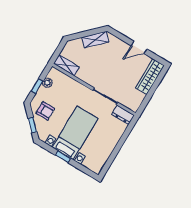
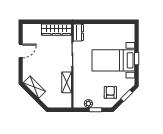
door: (139, 47) -> (21, 51), hinge flipped
shelving: (66, 65) -> (67, 82), moved
wardrobe: (150, 77) -> (57, 30), moved

